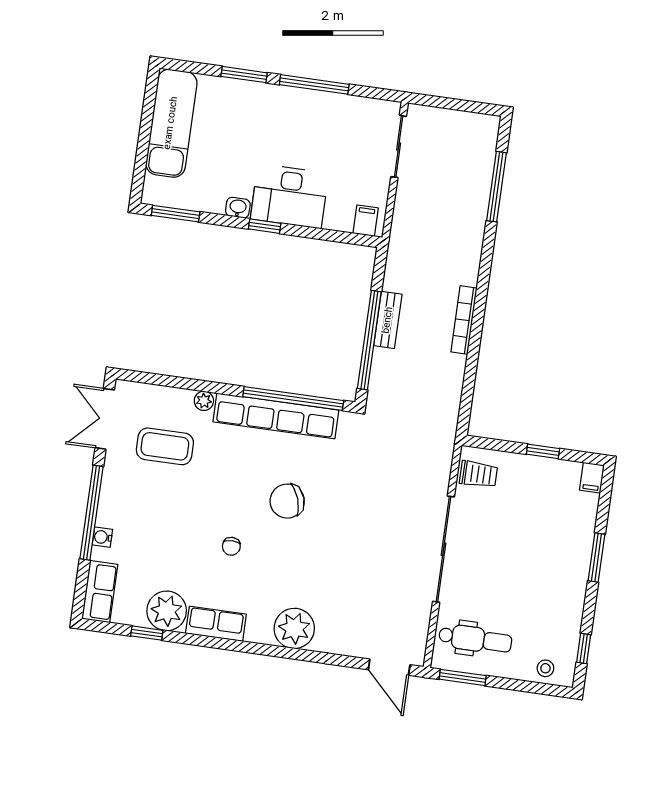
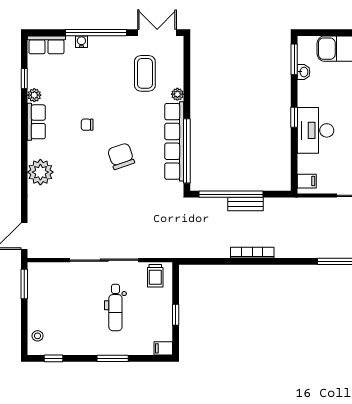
washbasin: (238, 208) -> (304, 72), moved
plant: (167, 611) -> (34, 95), width x0.53, depth x0.53
dental chair: (475, 639) -> (115, 308), moved

